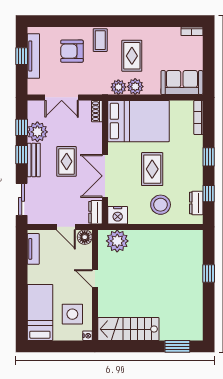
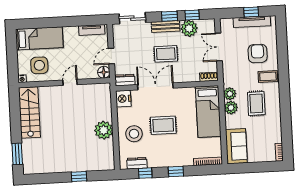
rug: (132, 56) -> (256, 103), turned 90
bed: (139, 121) -> (208, 112), width x0.67
plant: (117, 241) -> (104, 130), moved

